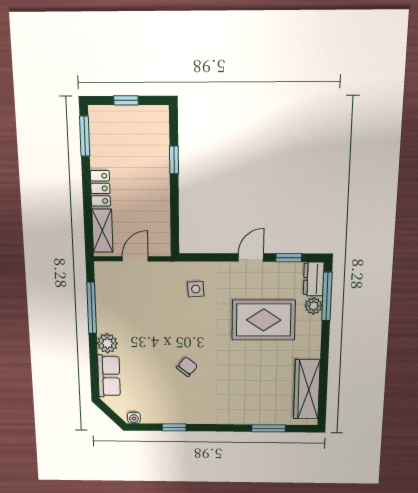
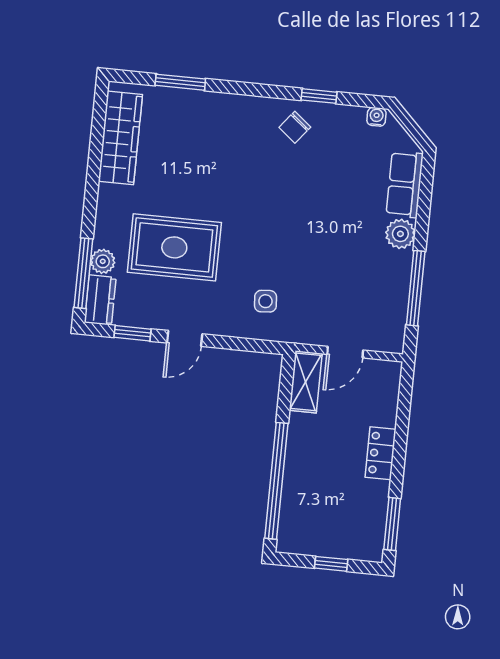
window: (174, 160) -> (276, 481), width x3.17
shelving: (102, 231) -> (306, 382), moved
chair: (187, 367) -> (295, 127), moved

